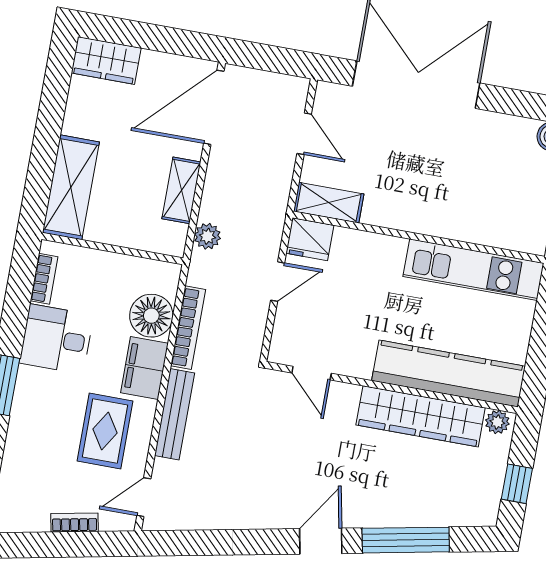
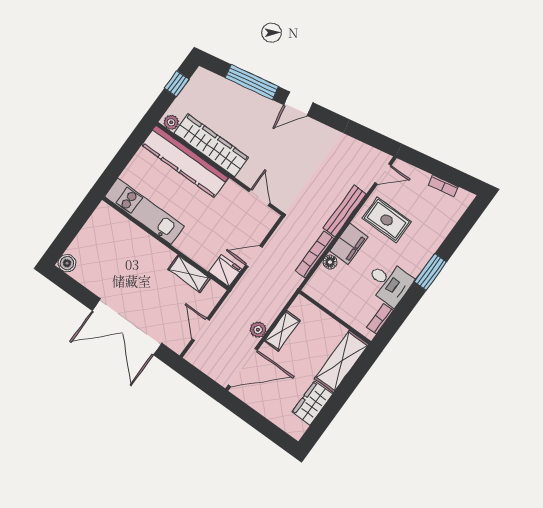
wardrobe: (106, 60) -> (312, 403), moved, turned -90
shelving: (329, 203) -> (189, 274), moved
plant: (207, 236) -> (258, 330), moved
floor lamp: (151, 316) -> (330, 262), width x0.53, depth x0.53
rug: (105, 431) -> (387, 220), turned 90
bookcase: (75, 522) -> (443, 186), moved

